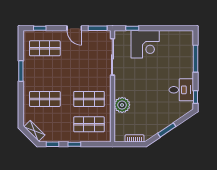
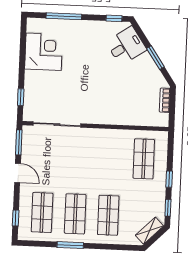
door: (74, 28) -> (18, 173), hinge flipped
corner desk: (145, 44) -> (44, 52), moved
desk: (181, 90) -> (126, 46), moved, turned 56
shop shelf: (89, 99) -> (75, 214), moved
plant: (122, 105) -> (120, 115), removed

